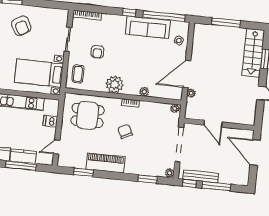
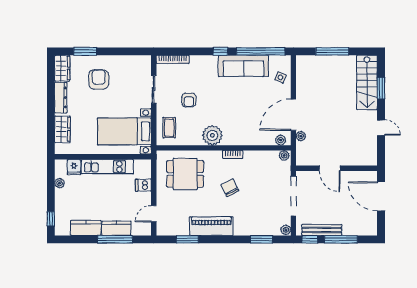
armchair: (21, 26) -> (99, 80), turned -152
plant: (144, 92) -> (281, 140), moved

